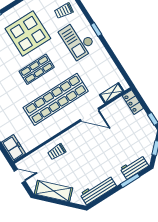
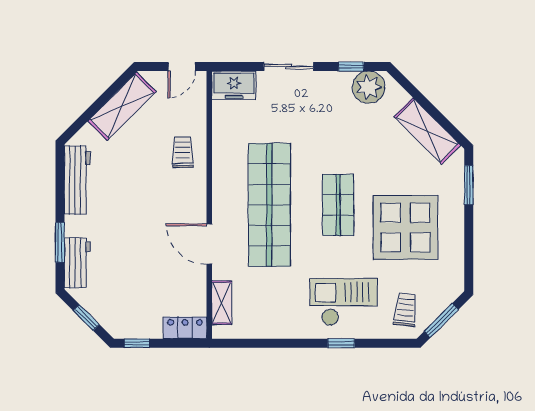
door: (89, 115) -> (209, 244), hinge flipped

